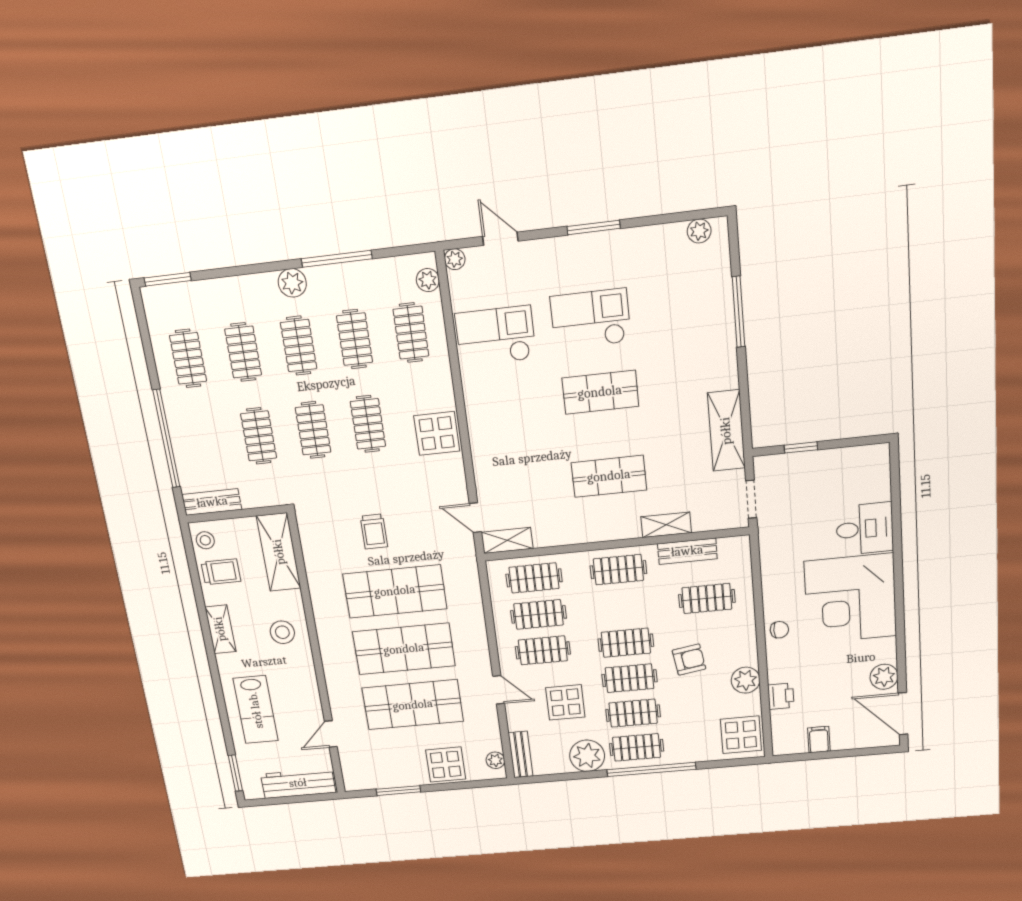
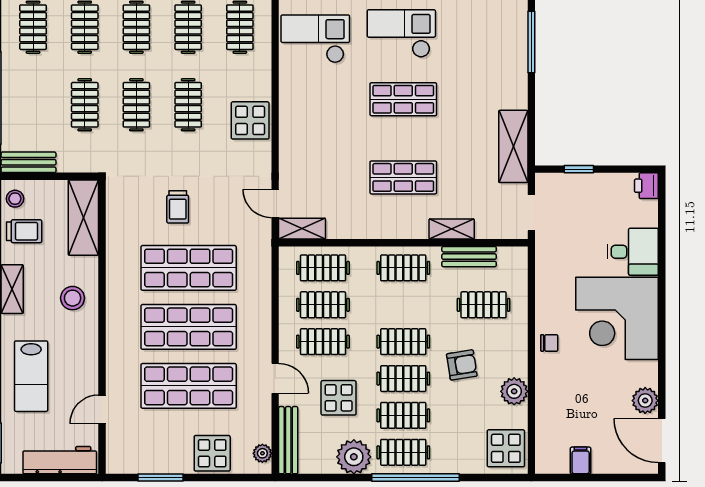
printer: (781, 696) -> (646, 186), moved, turned 180
bench: (521, 754) -> (288, 440), width x1.36

